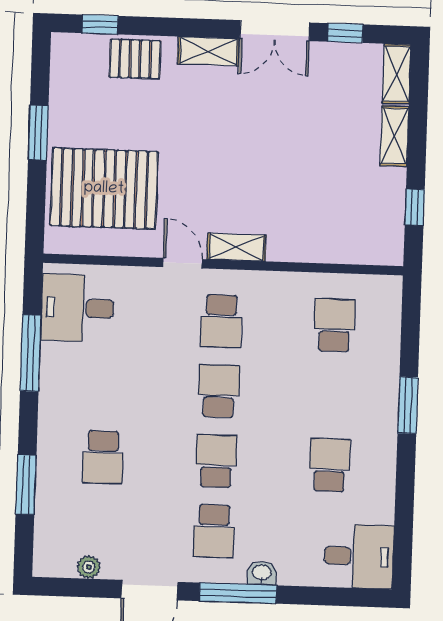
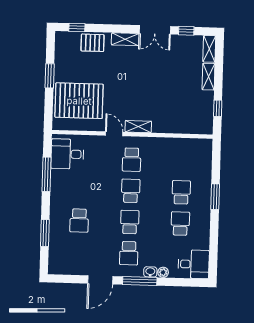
school desk: (335, 325) -> (181, 192), moved
plant: (89, 567) -> (163, 272), moved

